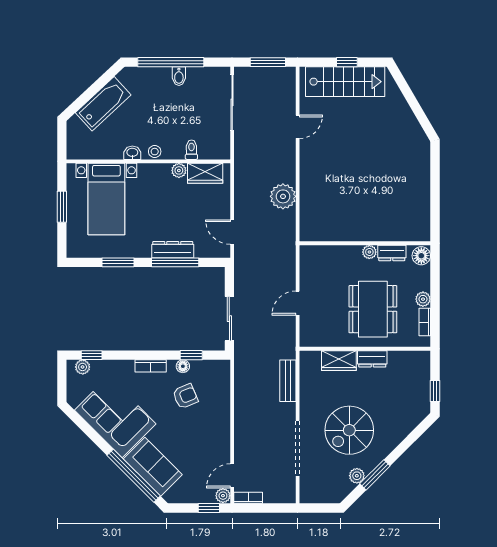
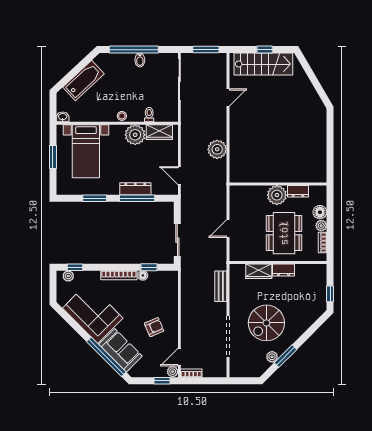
washbasin: (132, 153) -> (63, 117), moved
plant: (179, 170) -> (135, 135), width x1.88, depth x1.88
plant: (369, 252) -> (277, 195), width x1.87, depth x1.87
floor lamp: (421, 256) -> (320, 212), moved
bookcase: (151, 366) -> (119, 275), width x1.56
armchair: (185, 396) -> (154, 327), moved

